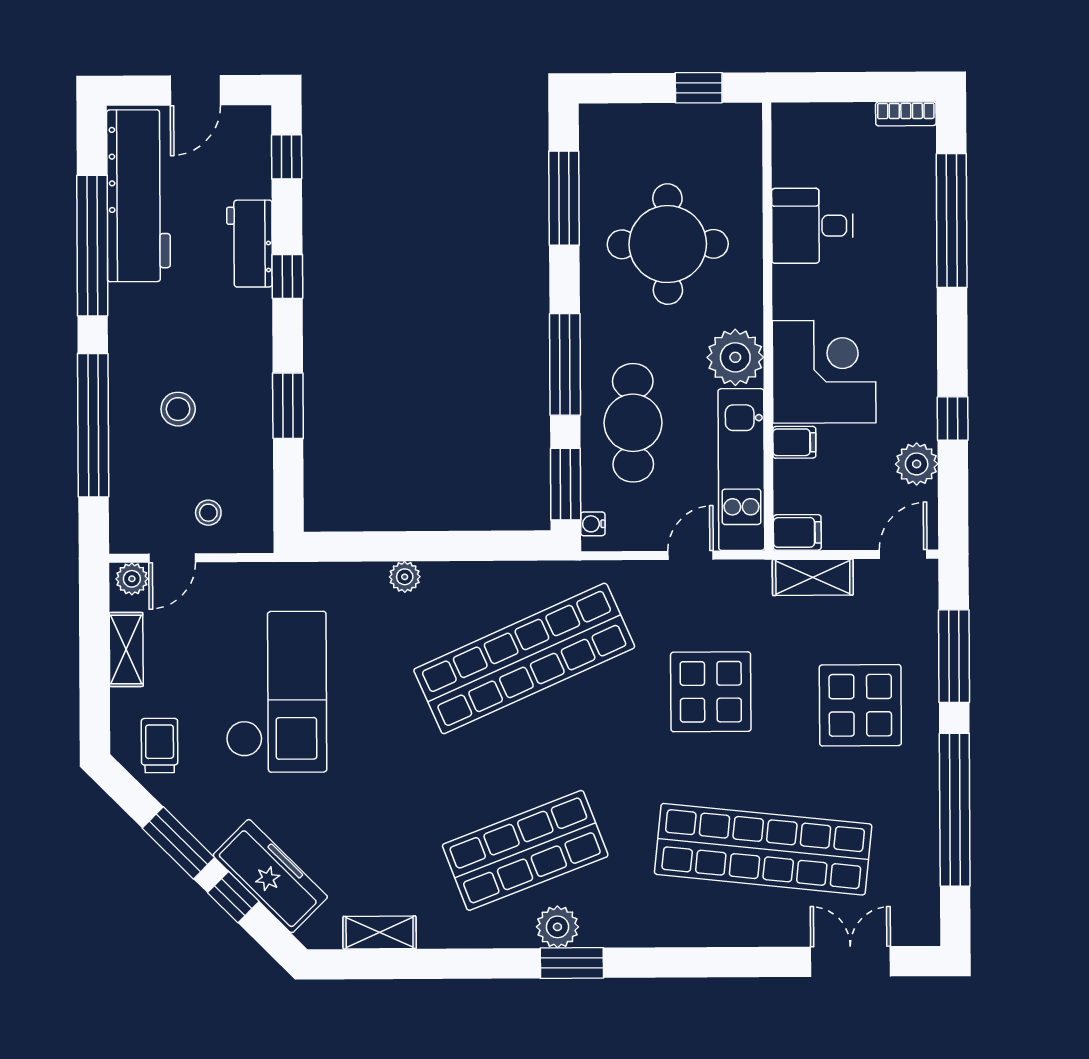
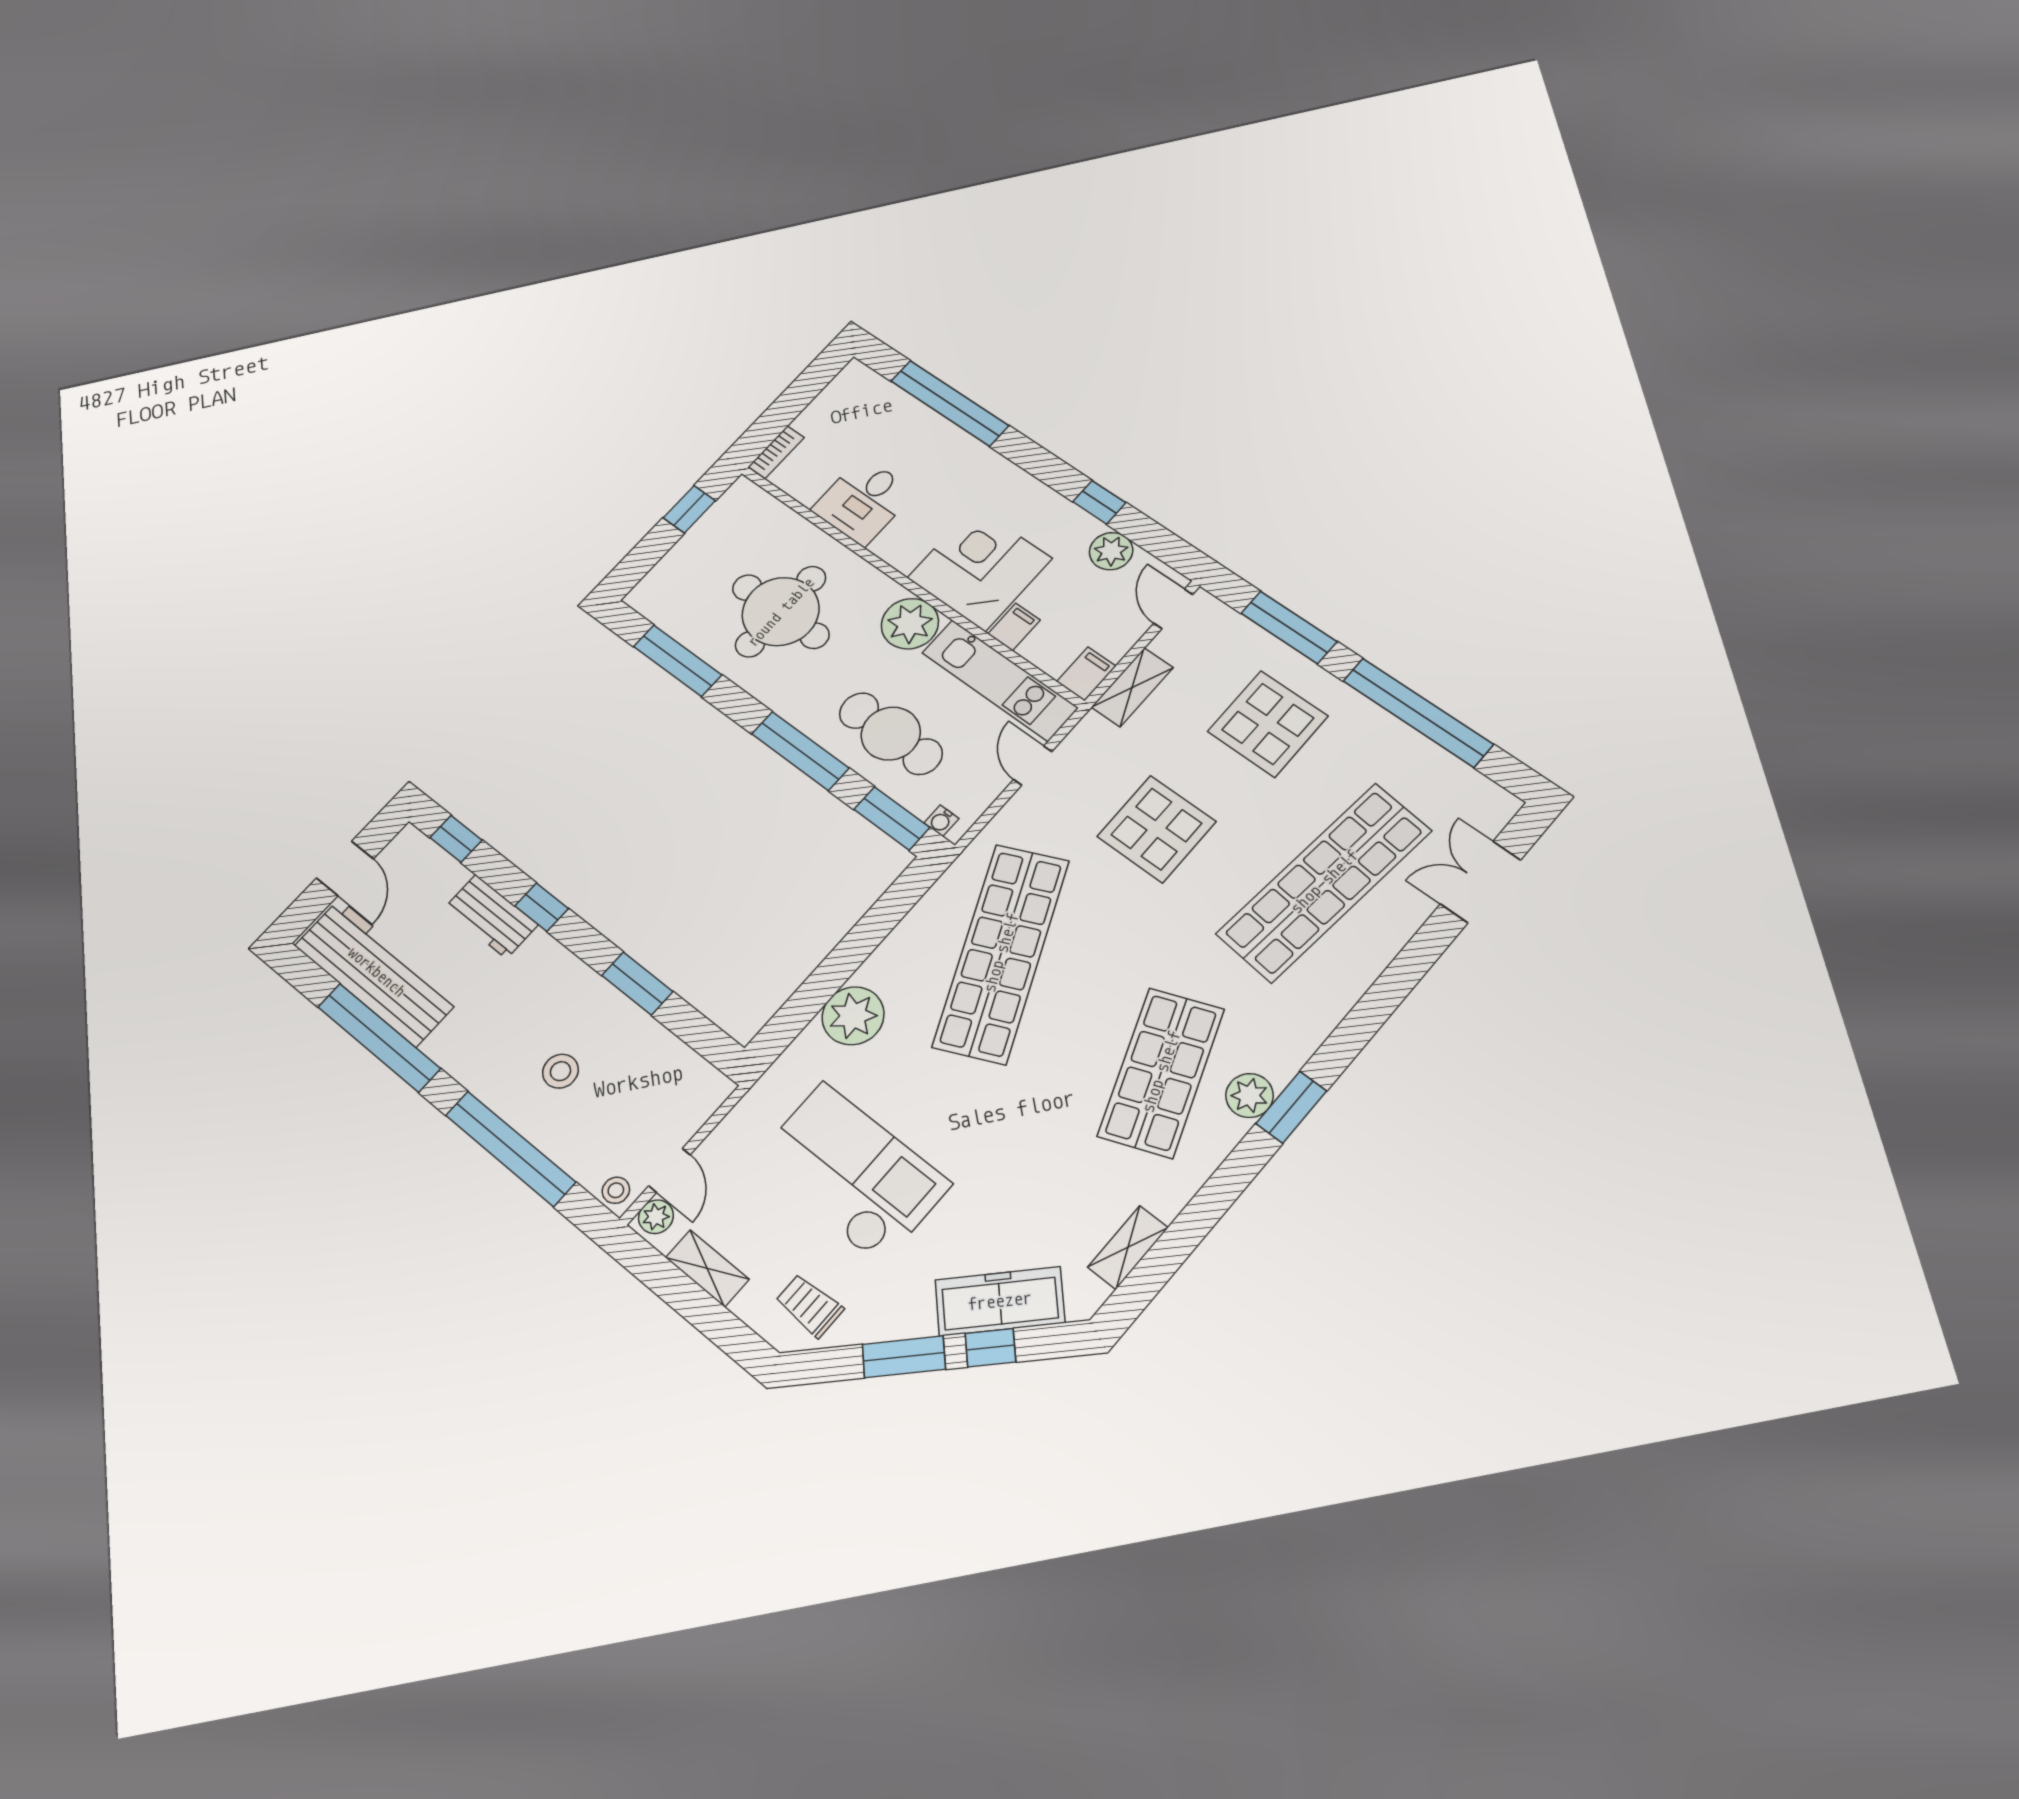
bookcase: (906, 114) -> (776, 452), moved
stool: (208, 513) -> (616, 1190), moved
plant: (405, 577) -> (853, 1016), width x1.87, depth x1.87

